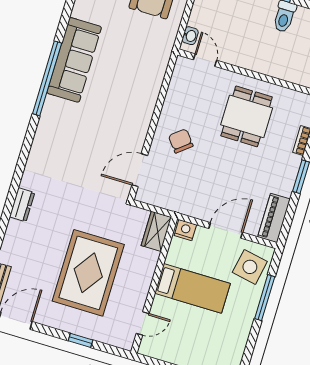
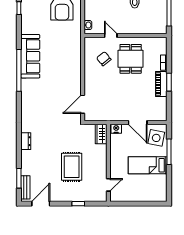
door: (205, 60) -> (111, 36), moved
chair: (181, 141) -> (104, 59), moved
piano: (274, 218) -> (161, 84), moved
door: (226, 230) -> (138, 122), swing flipped
rug: (88, 273) -> (72, 167), width x0.73, depth x0.69
bed: (192, 288) -> (148, 165), moved, turned 180

